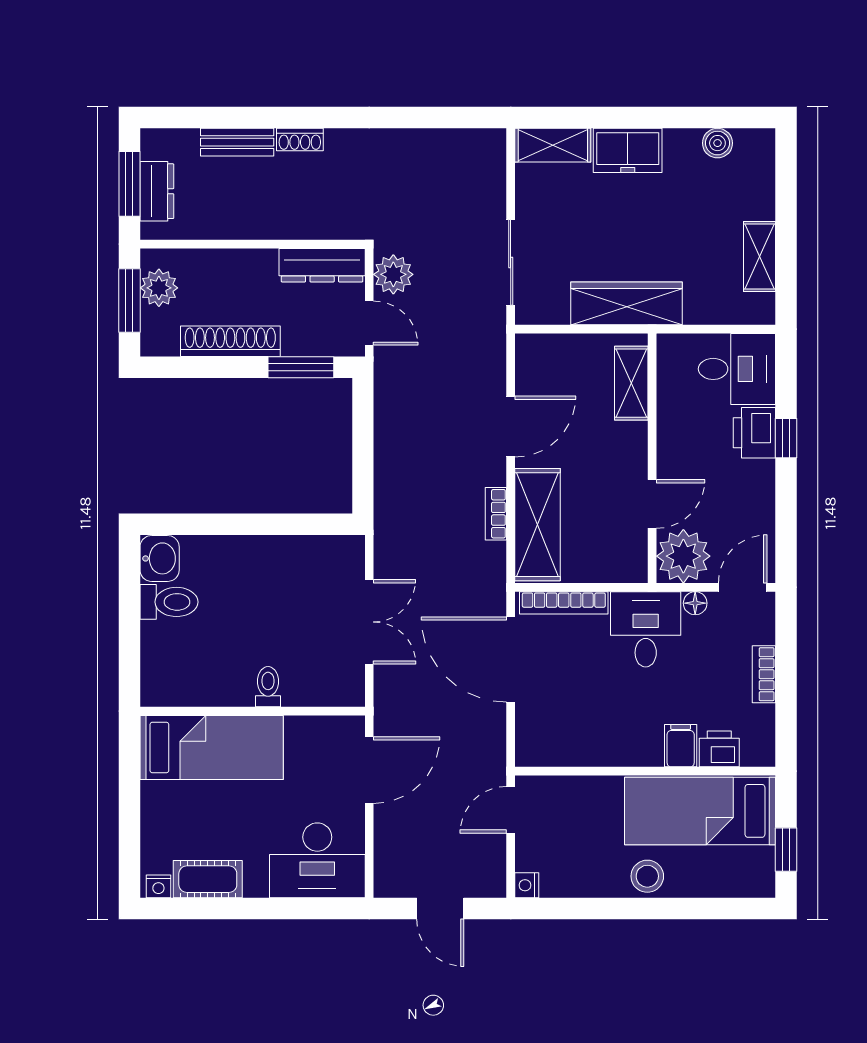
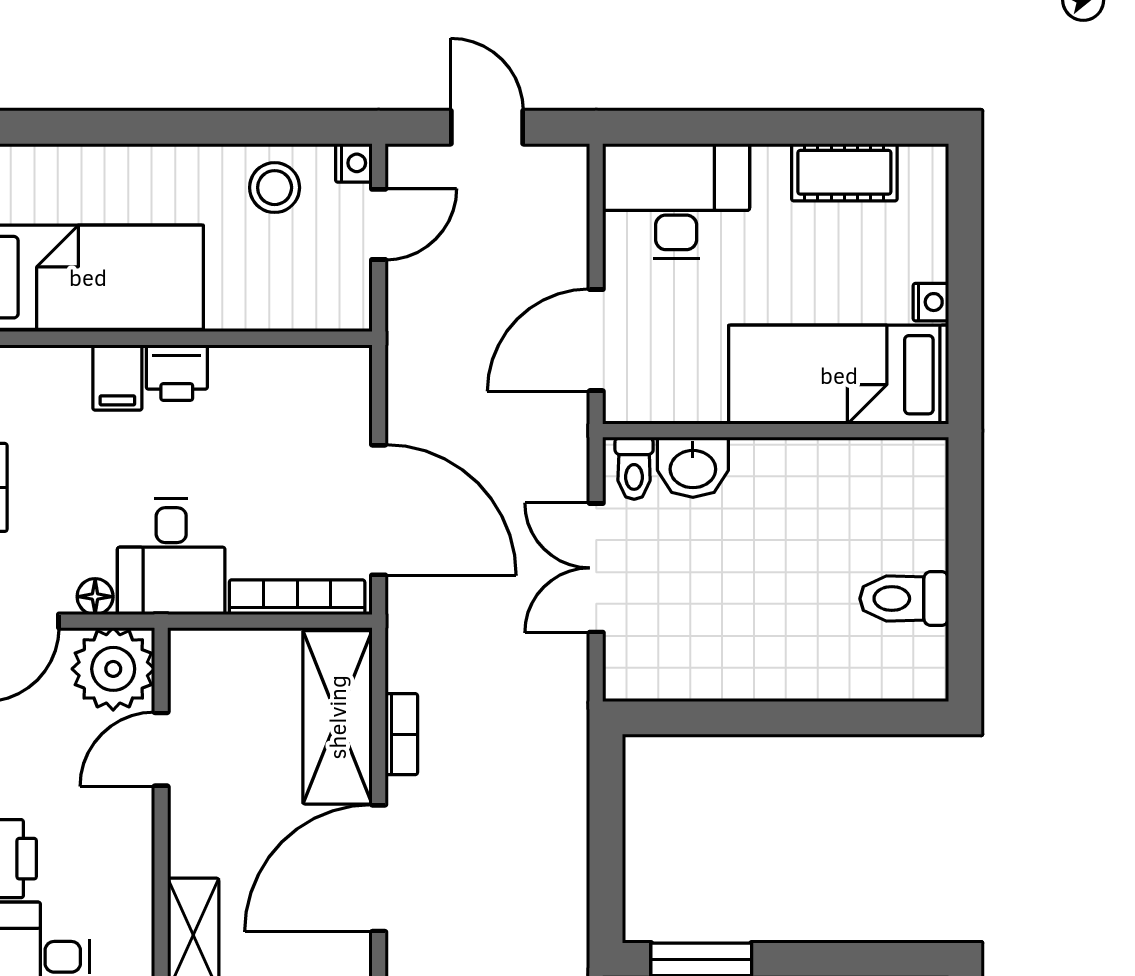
door: (511, 427) -> (379, 868), width x1.36
washbasin: (160, 558) -> (693, 467), moved, turned -90
toilet: (268, 687) -> (634, 468), moved
printer: (719, 749) -> (177, 373), moved
door: (511, 810) -> (379, 224), moved
stool: (647, 876) -> (275, 188), moved
nightstand: (158, 886) -> (931, 302), moved, turned 90

